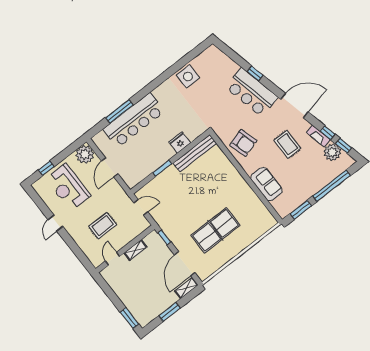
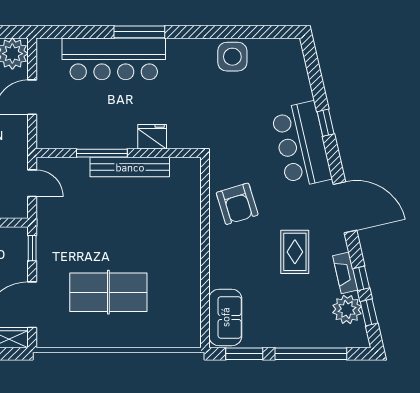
window: (119, 111) -> (139, 32), moved
bench: (195, 153) -> (130, 167), moved
window: (162, 168) -> (102, 153), width x1.44
sofa: (267, 184) -> (225, 317), moved

